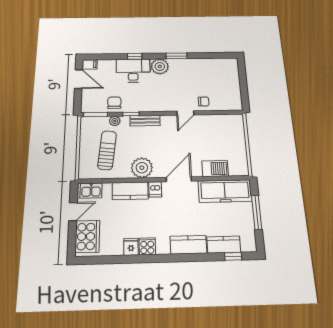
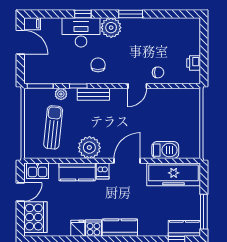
printer: (235, 93) -> (194, 63), added
chair: (114, 103) -> (98, 65), moved
window: (257, 212) -> (204, 212), moved
kitchen counter: (188, 245) -> (120, 228), moved
kitchen counter: (224, 245) -> (184, 228), moved

